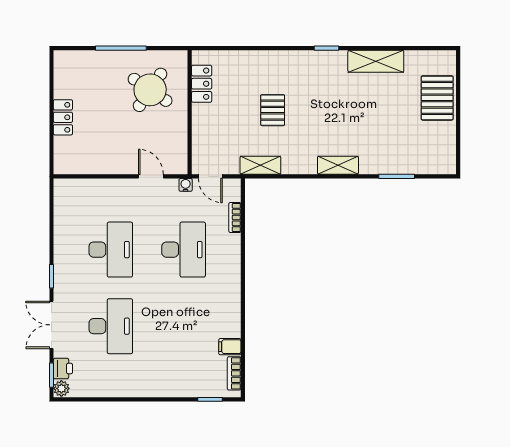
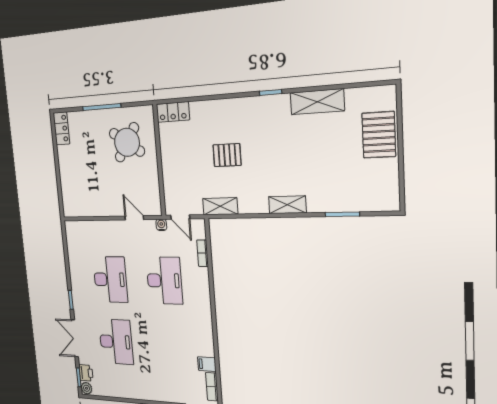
locker: (202, 84) -> (173, 112), moved, turned 90
pallet: (273, 110) -> (227, 155), turned 90
locker: (63, 117) -> (61, 128), moved

